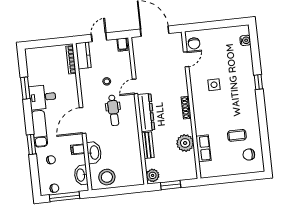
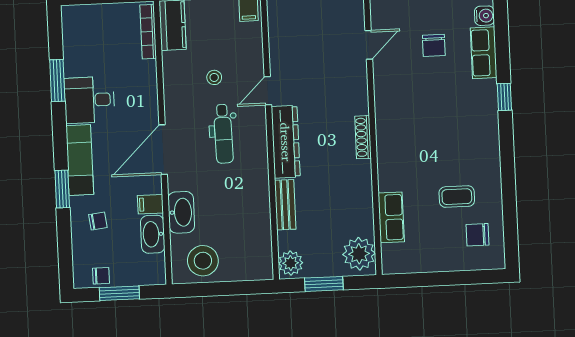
chair: (194, 43) -> (434, 45), moved
row of seats: (246, 60) -> (484, 53), added
side table: (214, 85) -> (419, 97), removed
plant: (185, 143) -> (359, 254), moved
washbasin: (81, 175) -> (153, 234), moved
window: (64, 197) -> (119, 293), width x0.69

